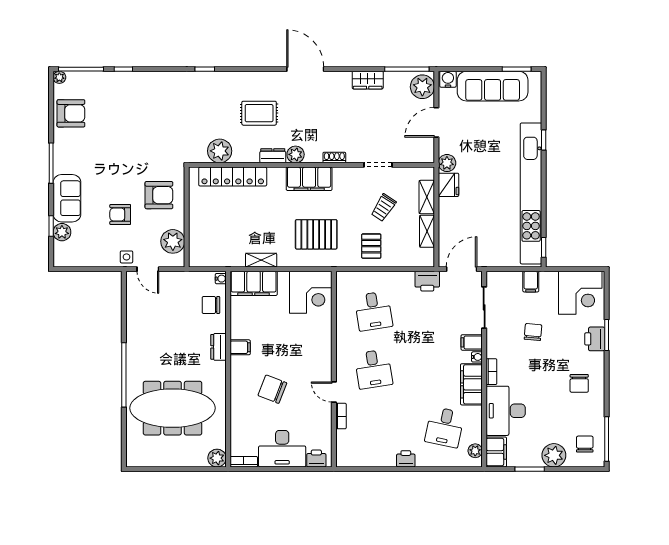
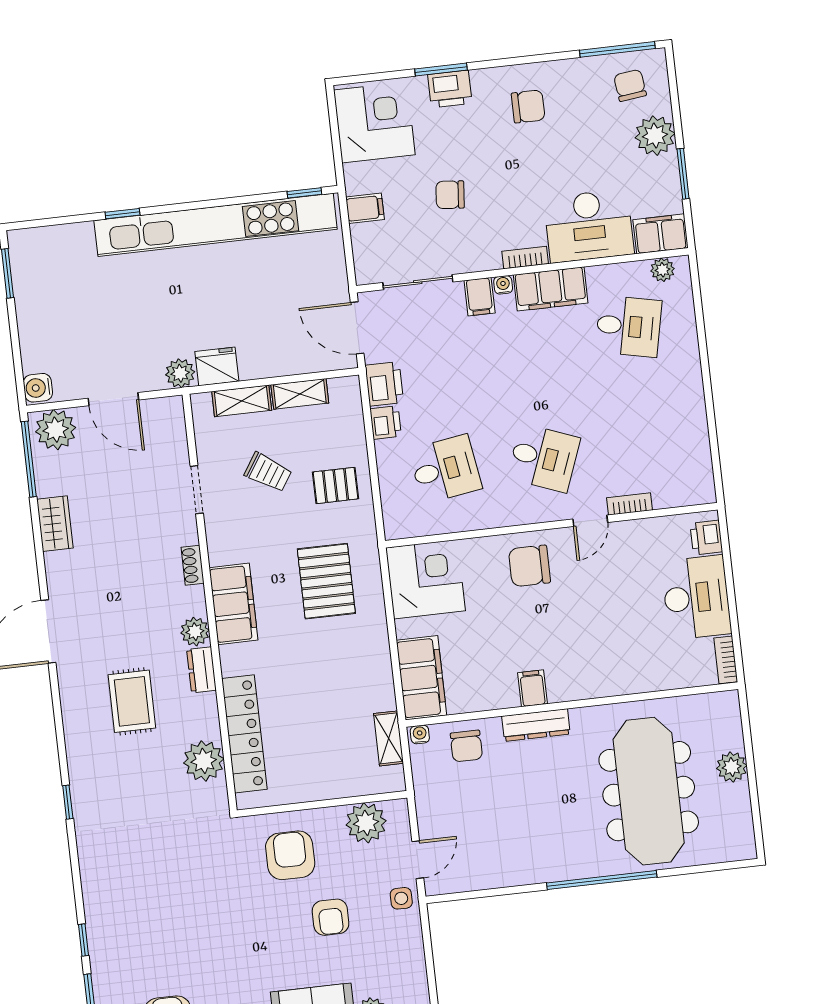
sofa: (493, 86) -> (41, 311), removed
shelving: (261, 260) -> (389, 738), moved
dresser: (218, 347) -> (536, 725), width x1.44
desk: (374, 369) -> (544, 458), turned 30
chair: (272, 389) -> (529, 566), moved, turned 69
chair: (585, 444) -> (630, 85), turned 83
plant: (217, 458) -> (732, 767), moved
printer: (406, 459) -> (386, 422), moved, turned 180

